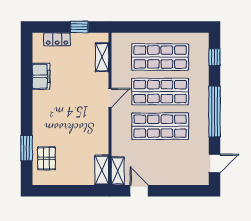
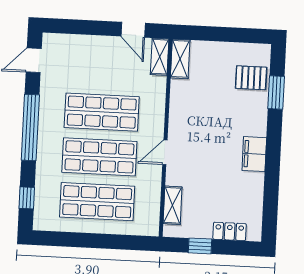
filing cabinet: (41, 76) -> (254, 154), moved
pallet: (46, 158) -> (251, 78), turned 90

